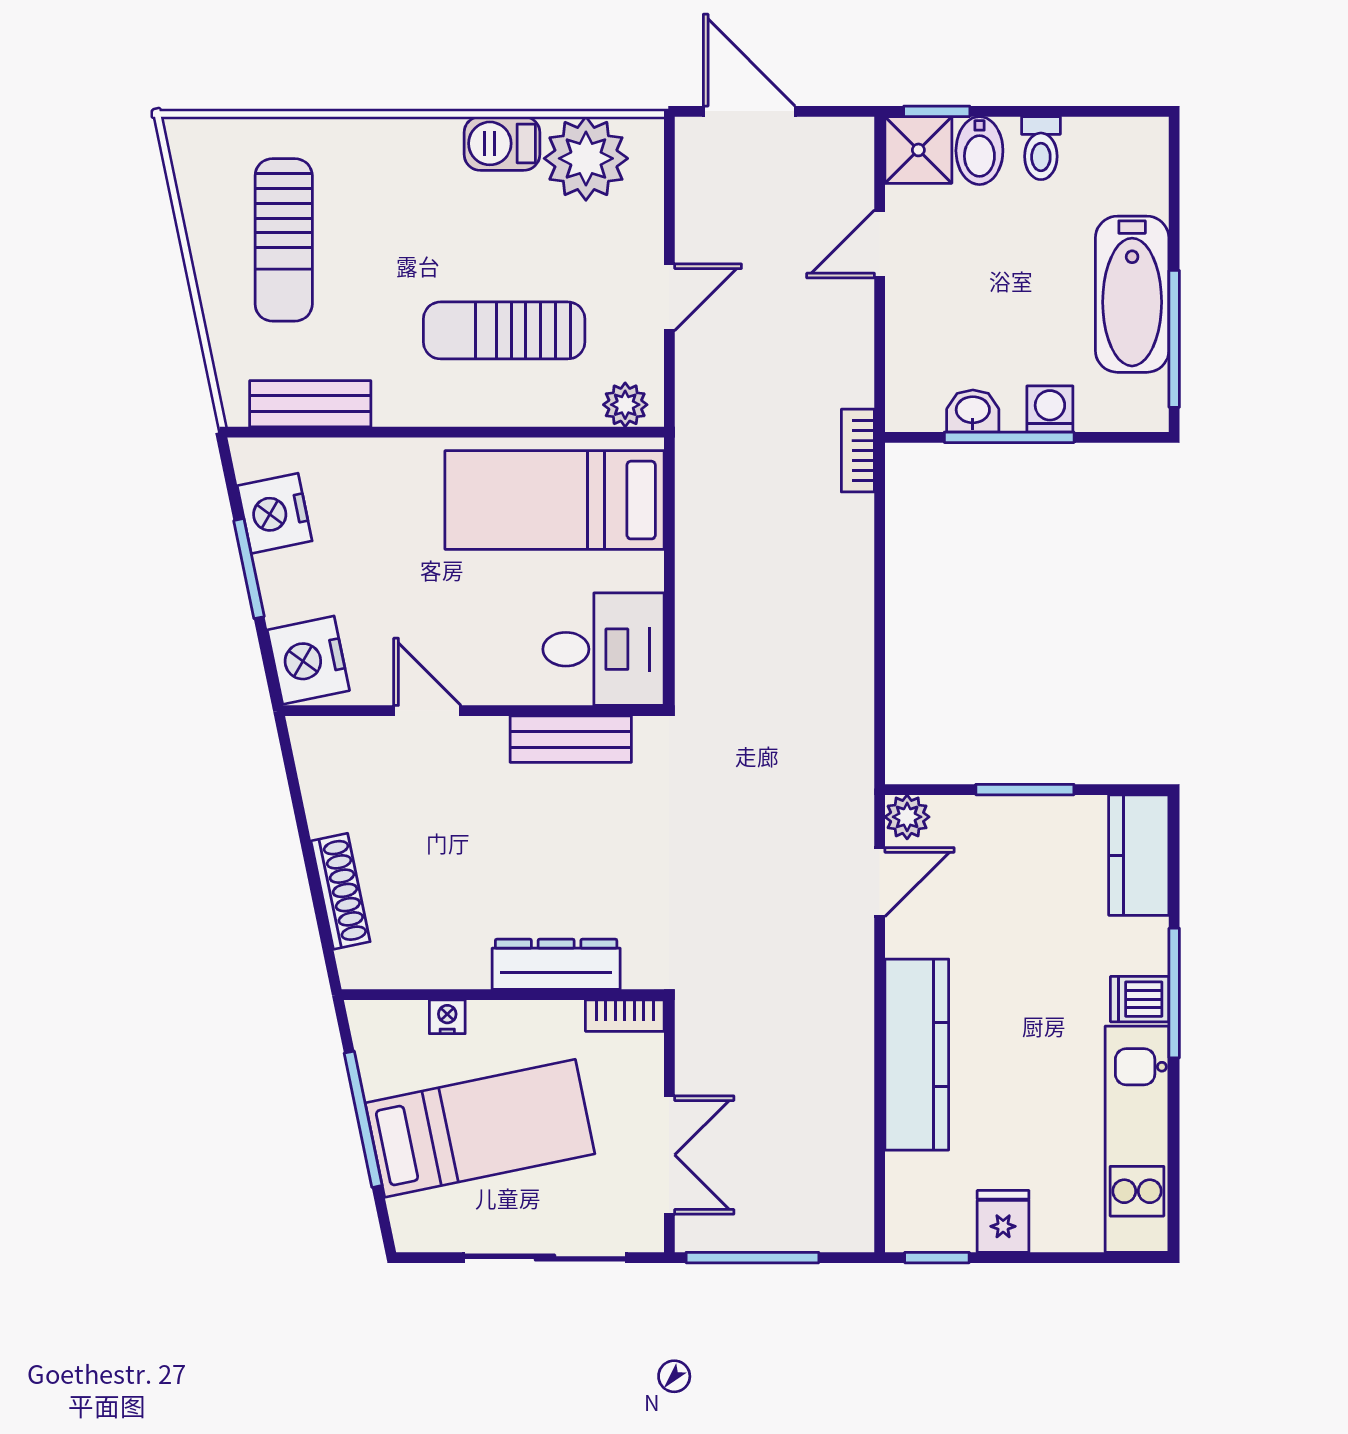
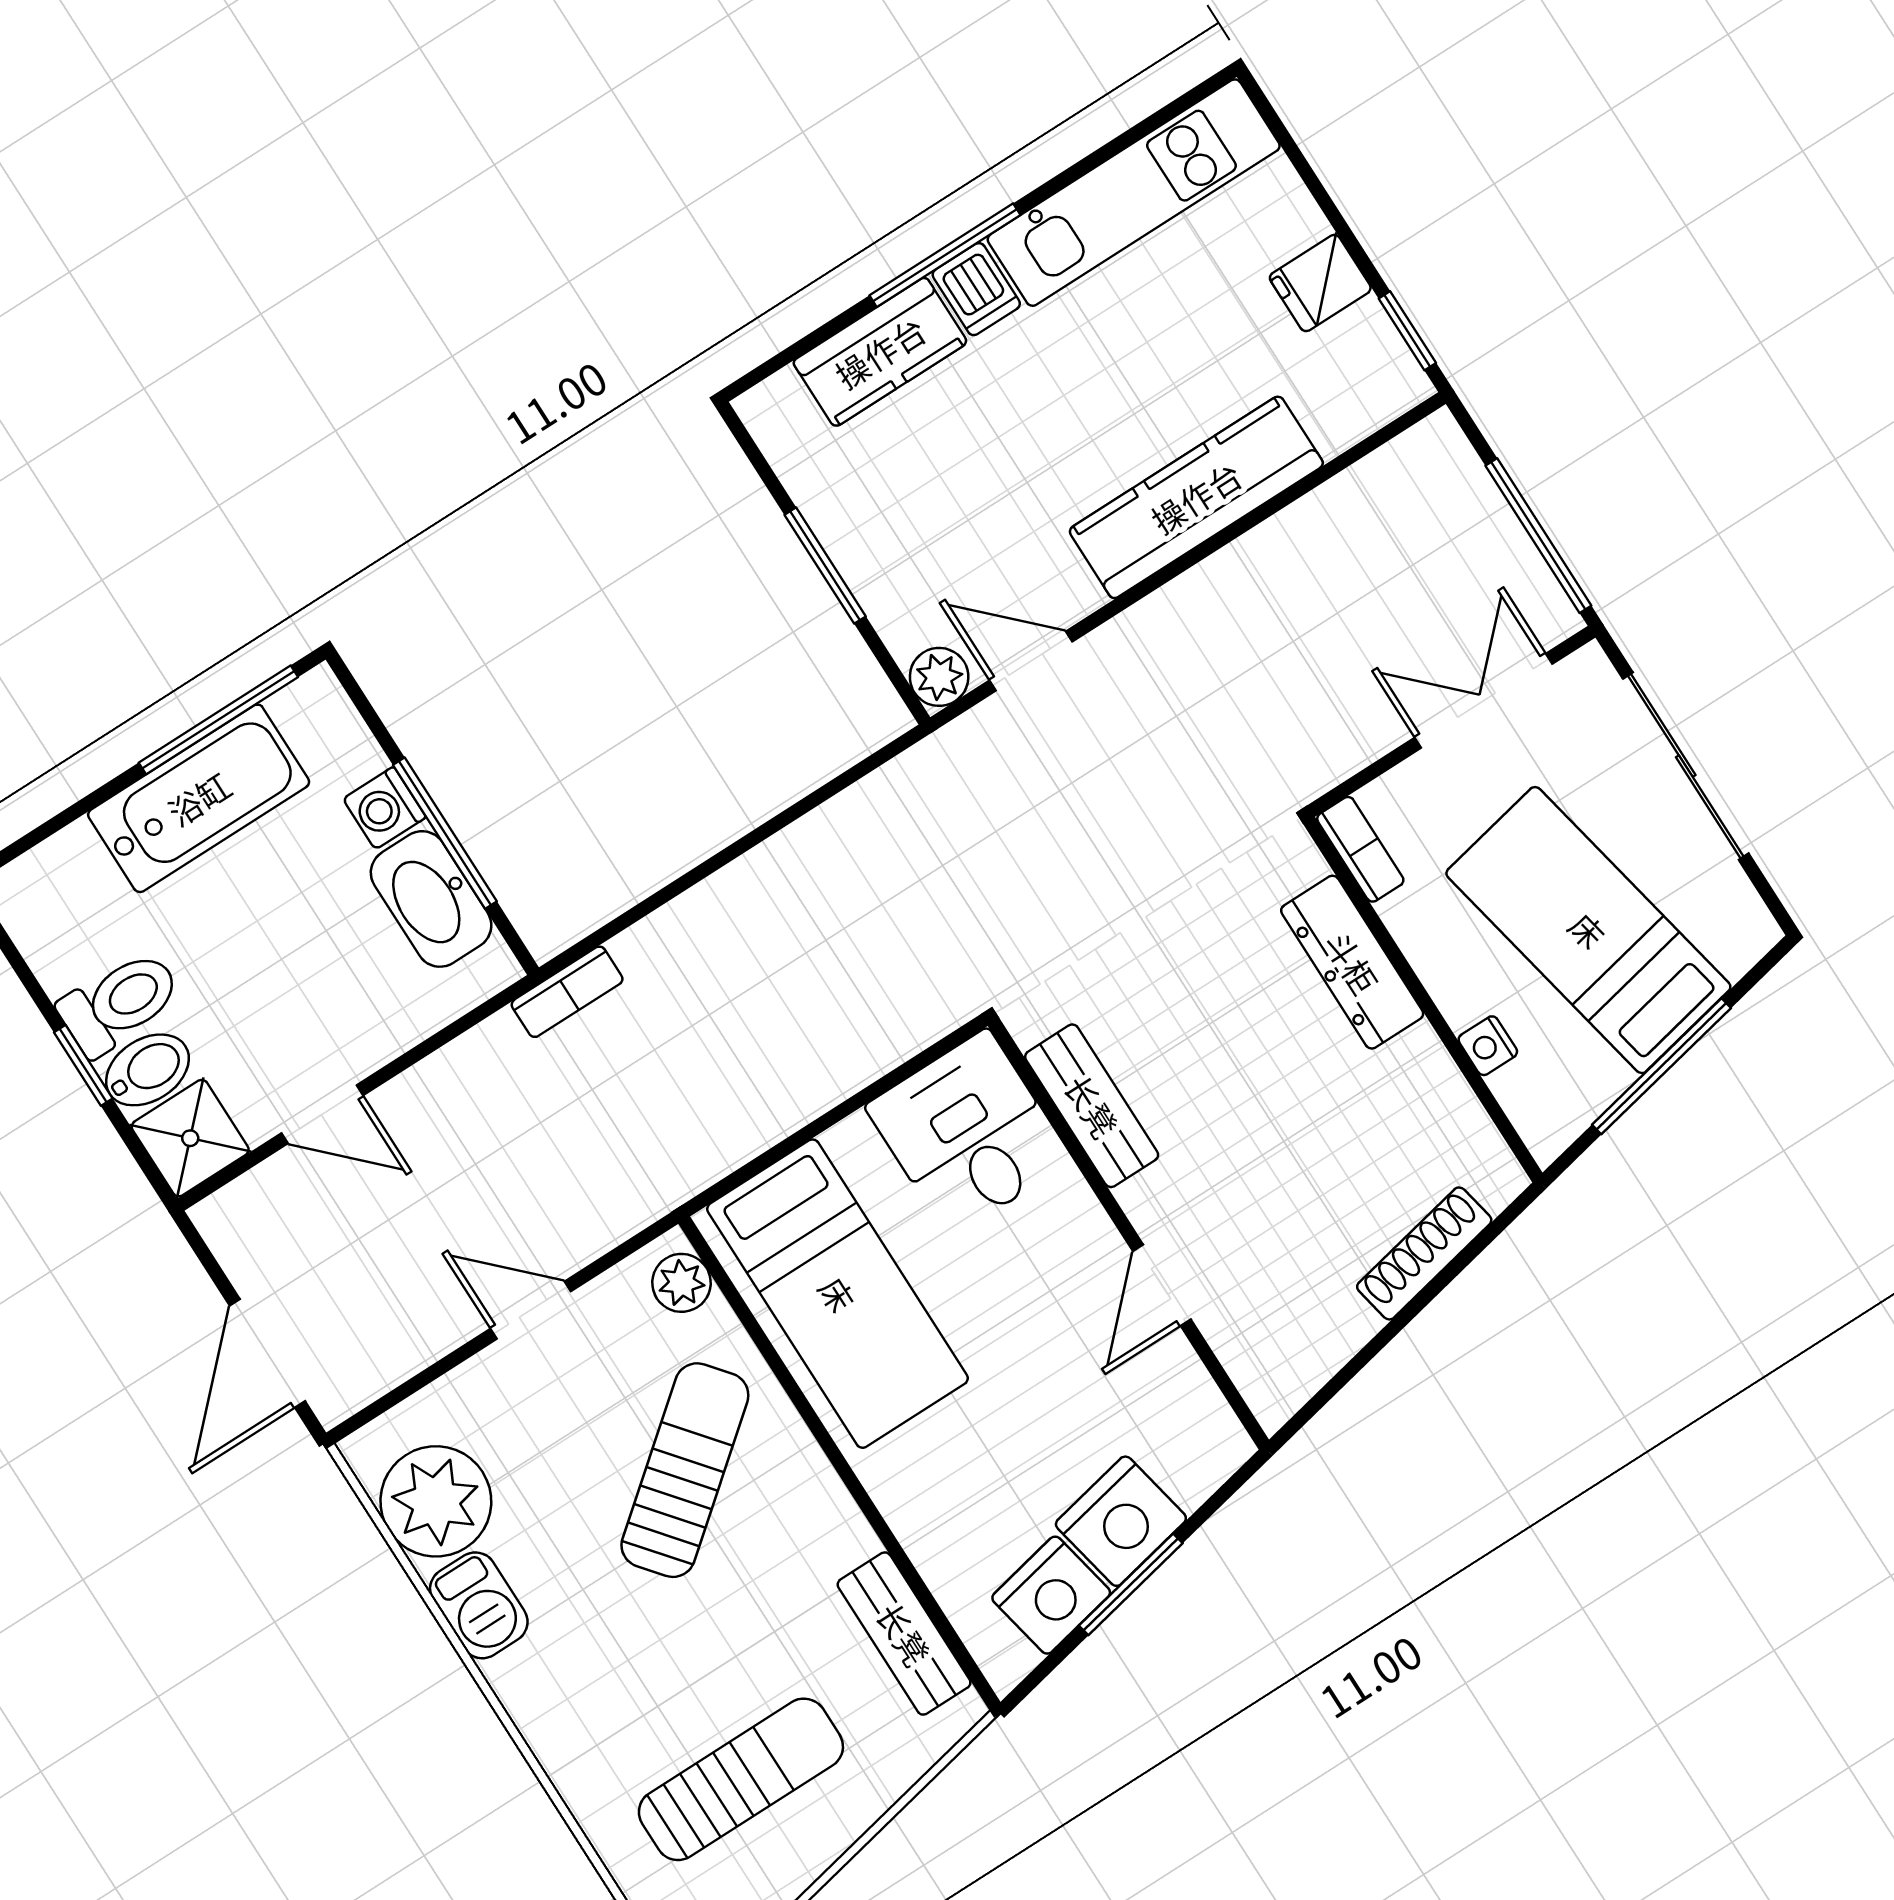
window: (937, 111) -> (83, 1065), moved
toilet: (1041, 148) -> (120, 1003), width x1.37, depth x1.39
sun lounger: (504, 330) -> (685, 1470), turned -129
washbasin: (973, 411) -> (431, 899), width x1.91, depth x1.45
nightstand: (308, 660) -> (1121, 1521), moved
kitchen counter: (1139, 855) -> (880, 352), moved

